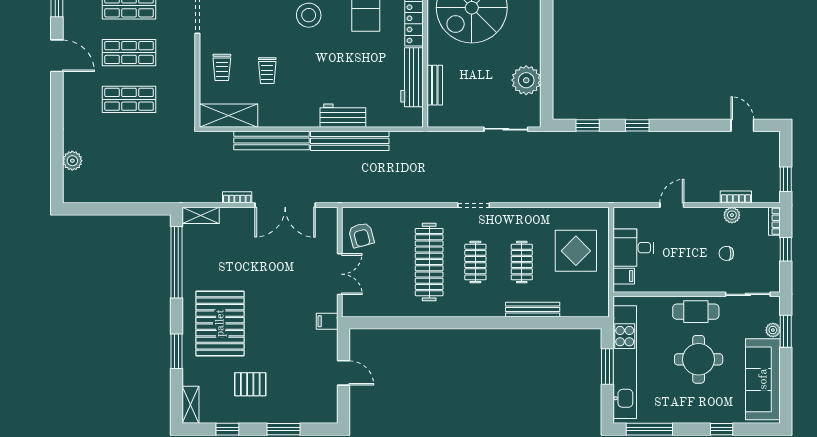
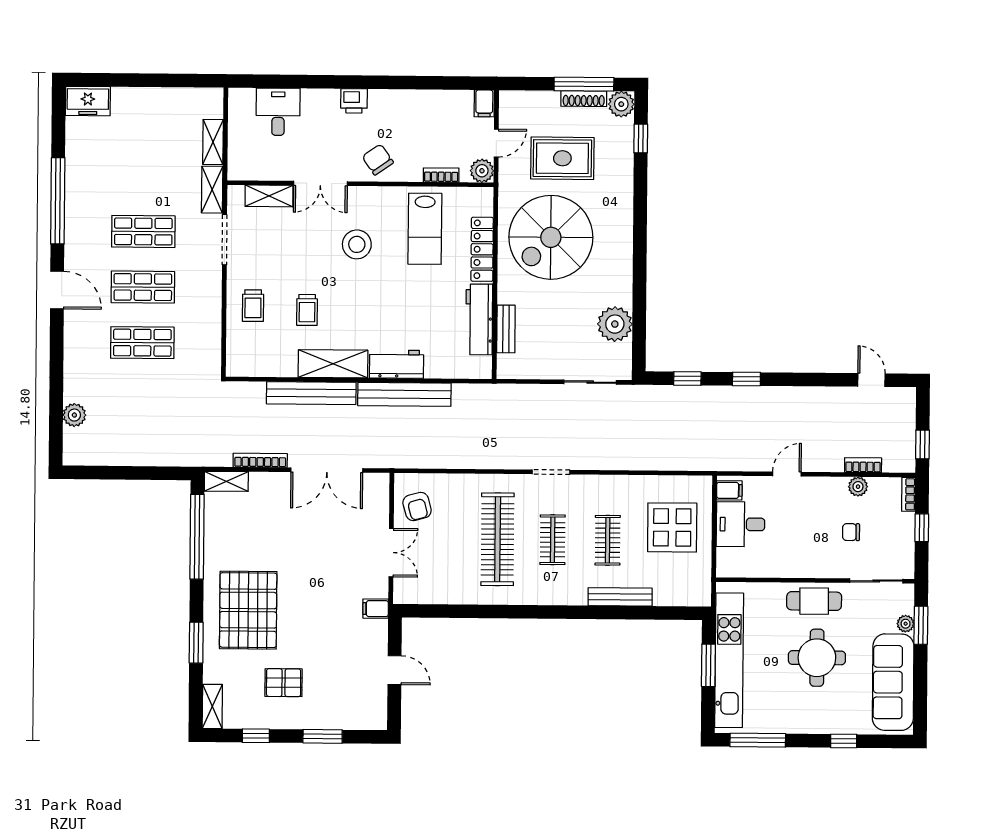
shelving: (228, 116) -> (333, 364), moved
bookcase: (237, 197) -> (260, 460), width x1.56
filing cabinet: (624, 276) -> (729, 490), moved

